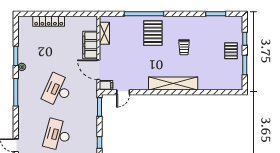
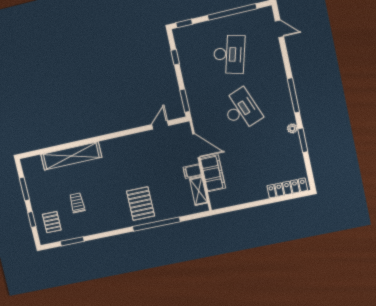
locker: (49, 21) -> (287, 188), moved
trolley: (184, 47) -> (77, 203), moved
pallet: (231, 51) -> (52, 222), moved
shelving: (173, 83) -> (71, 156), moved
filing cabinet: (106, 85) -> (192, 171), moved
desk: (58, 90) -> (241, 110), turned -45

